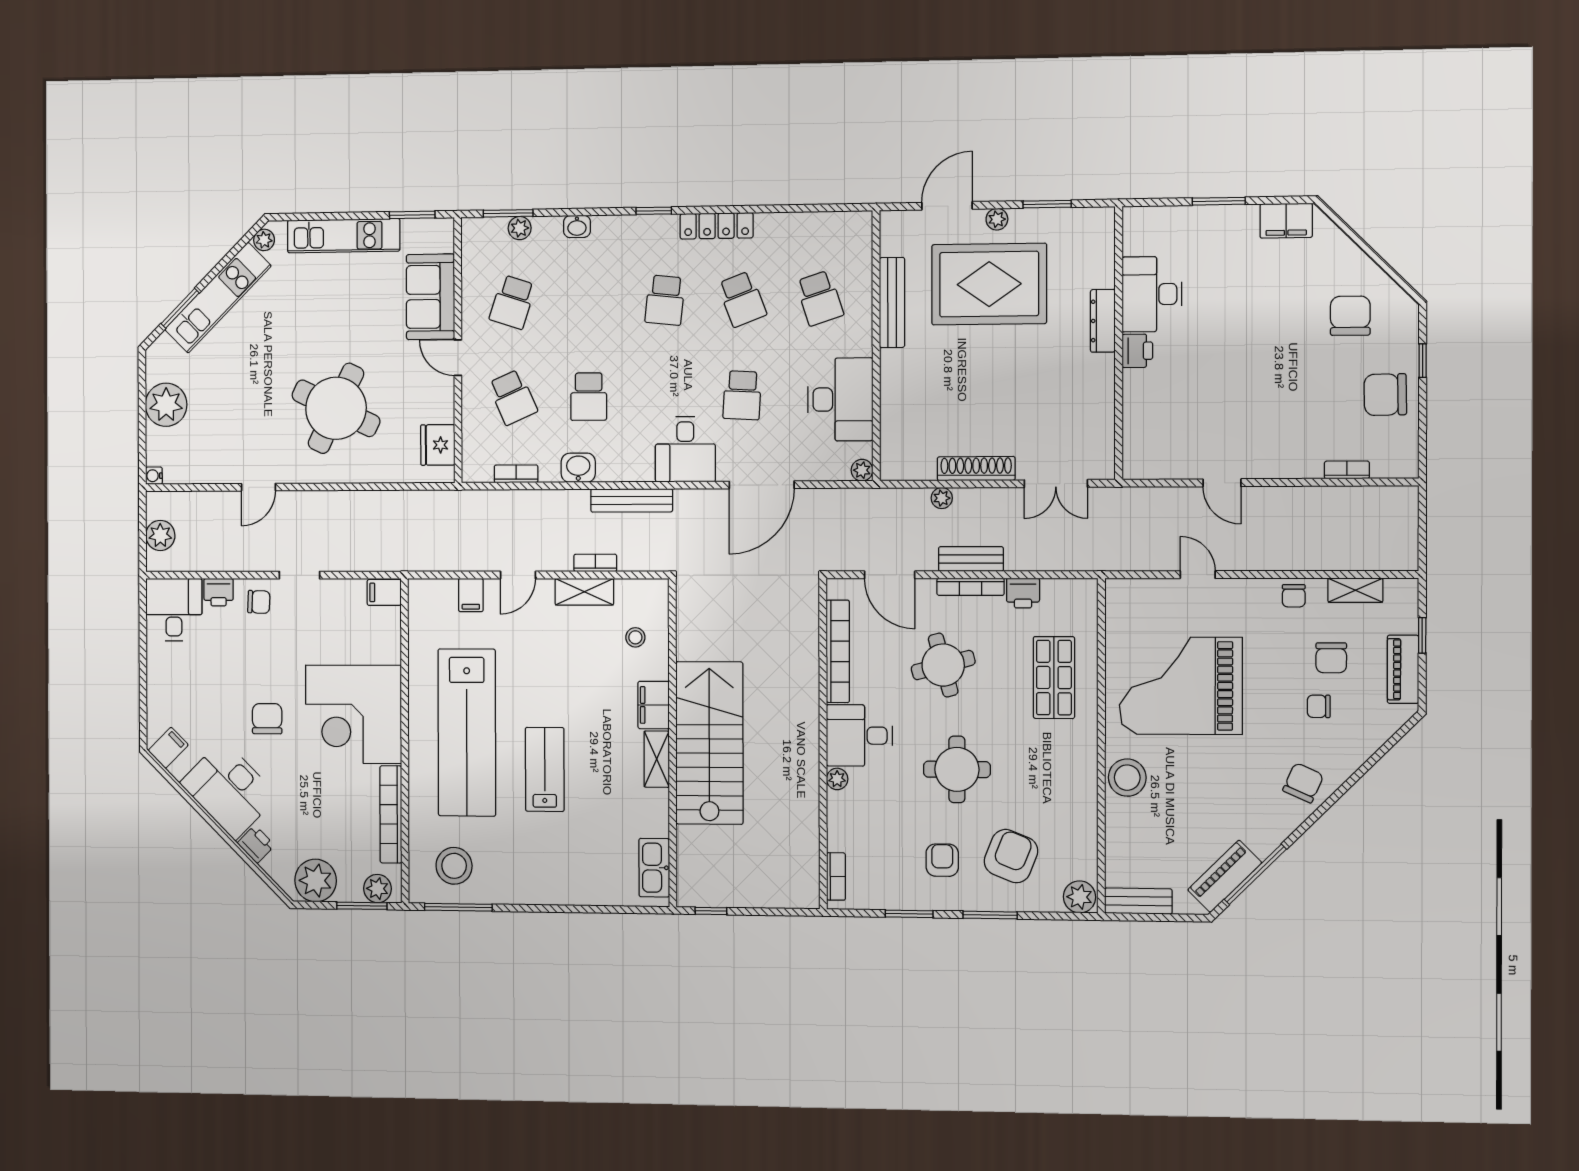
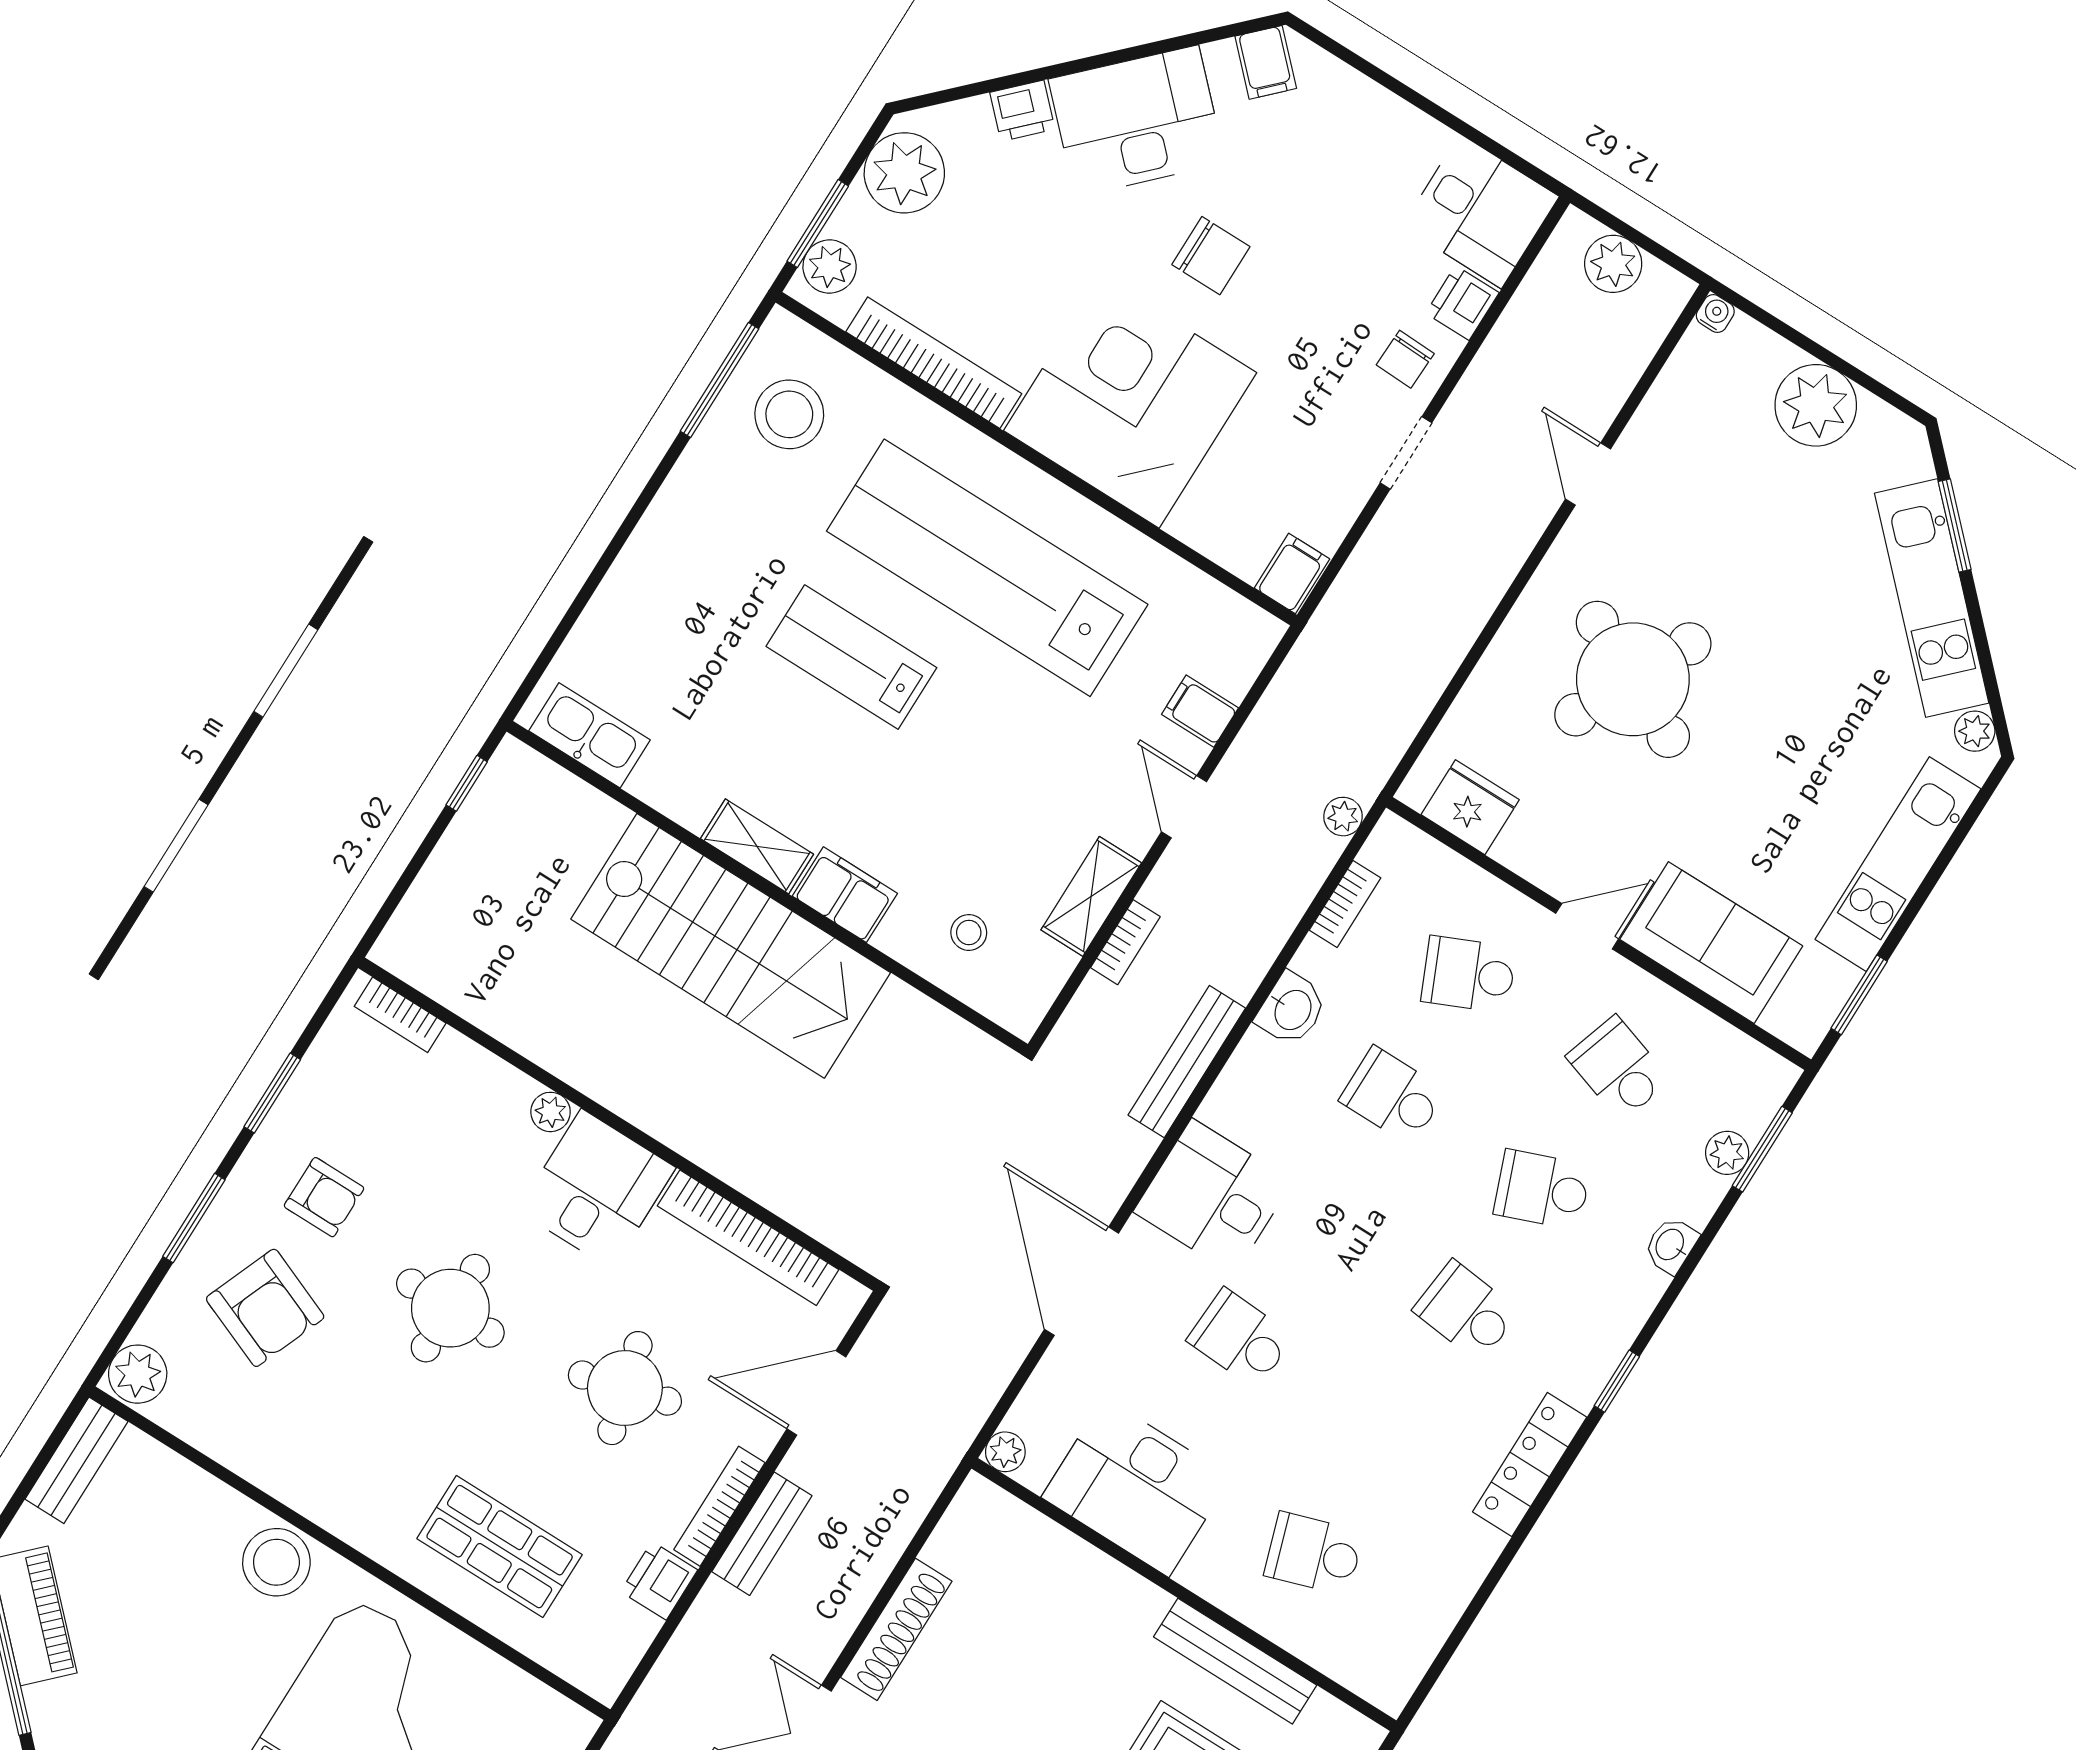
school desk: (742, 299) -> (1542, 1190), moved
plant: (942, 498) -> (1343, 817), moved
lab bench: (545, 769) -> (851, 657), turned 180

